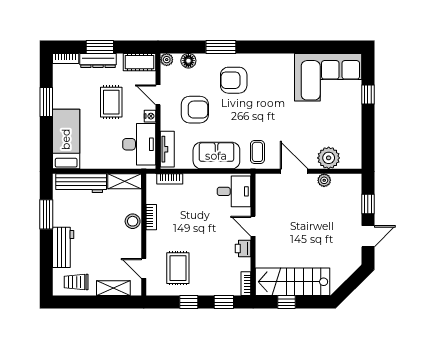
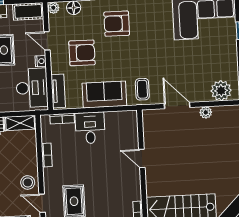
plant: (329, 158) -> (221, 91), moved
desk: (234, 191) -> (90, 128), moved, turned -90
stool: (133, 221) -> (28, 182), moved
printer: (243, 248) -> (134, 180), removed

